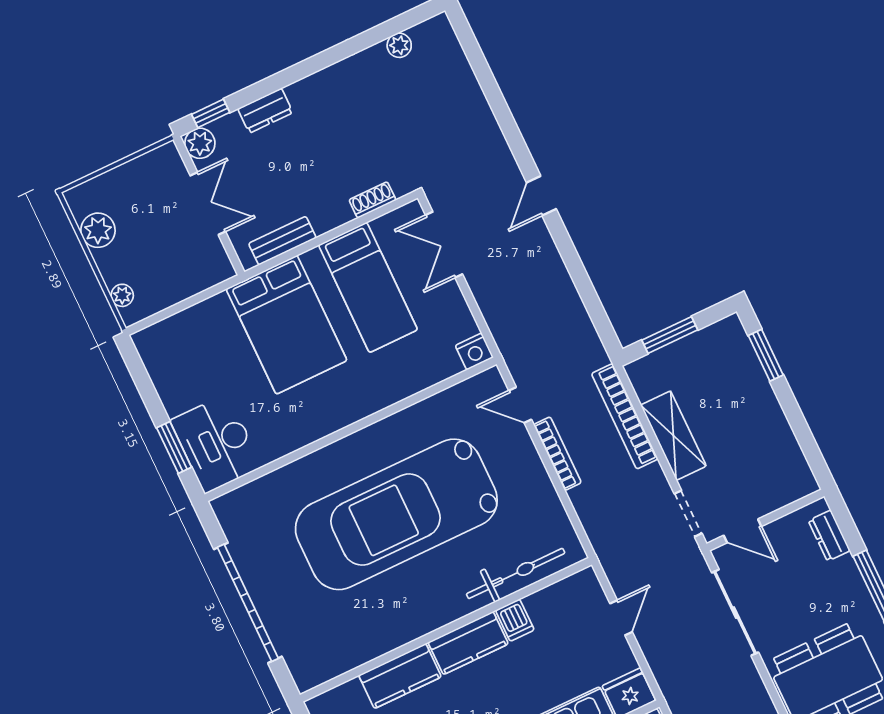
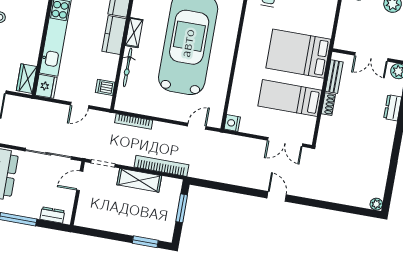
plant: (399, 45) -> (376, 204), moved
shoe rack: (372, 200) -> (328, 104), moved
double door: (444, 245) -> (285, 142), swing flipped
bookcase: (557, 454) -> (134, 122), moved
bicycle: (516, 573) -> (128, 67), width x0.73, depth x0.71
shelving: (441, 614) -> (134, 33), added
door: (621, 618) -> (80, 105), hinge flipped
dishwasher: (515, 620) -> (105, 87), moved

